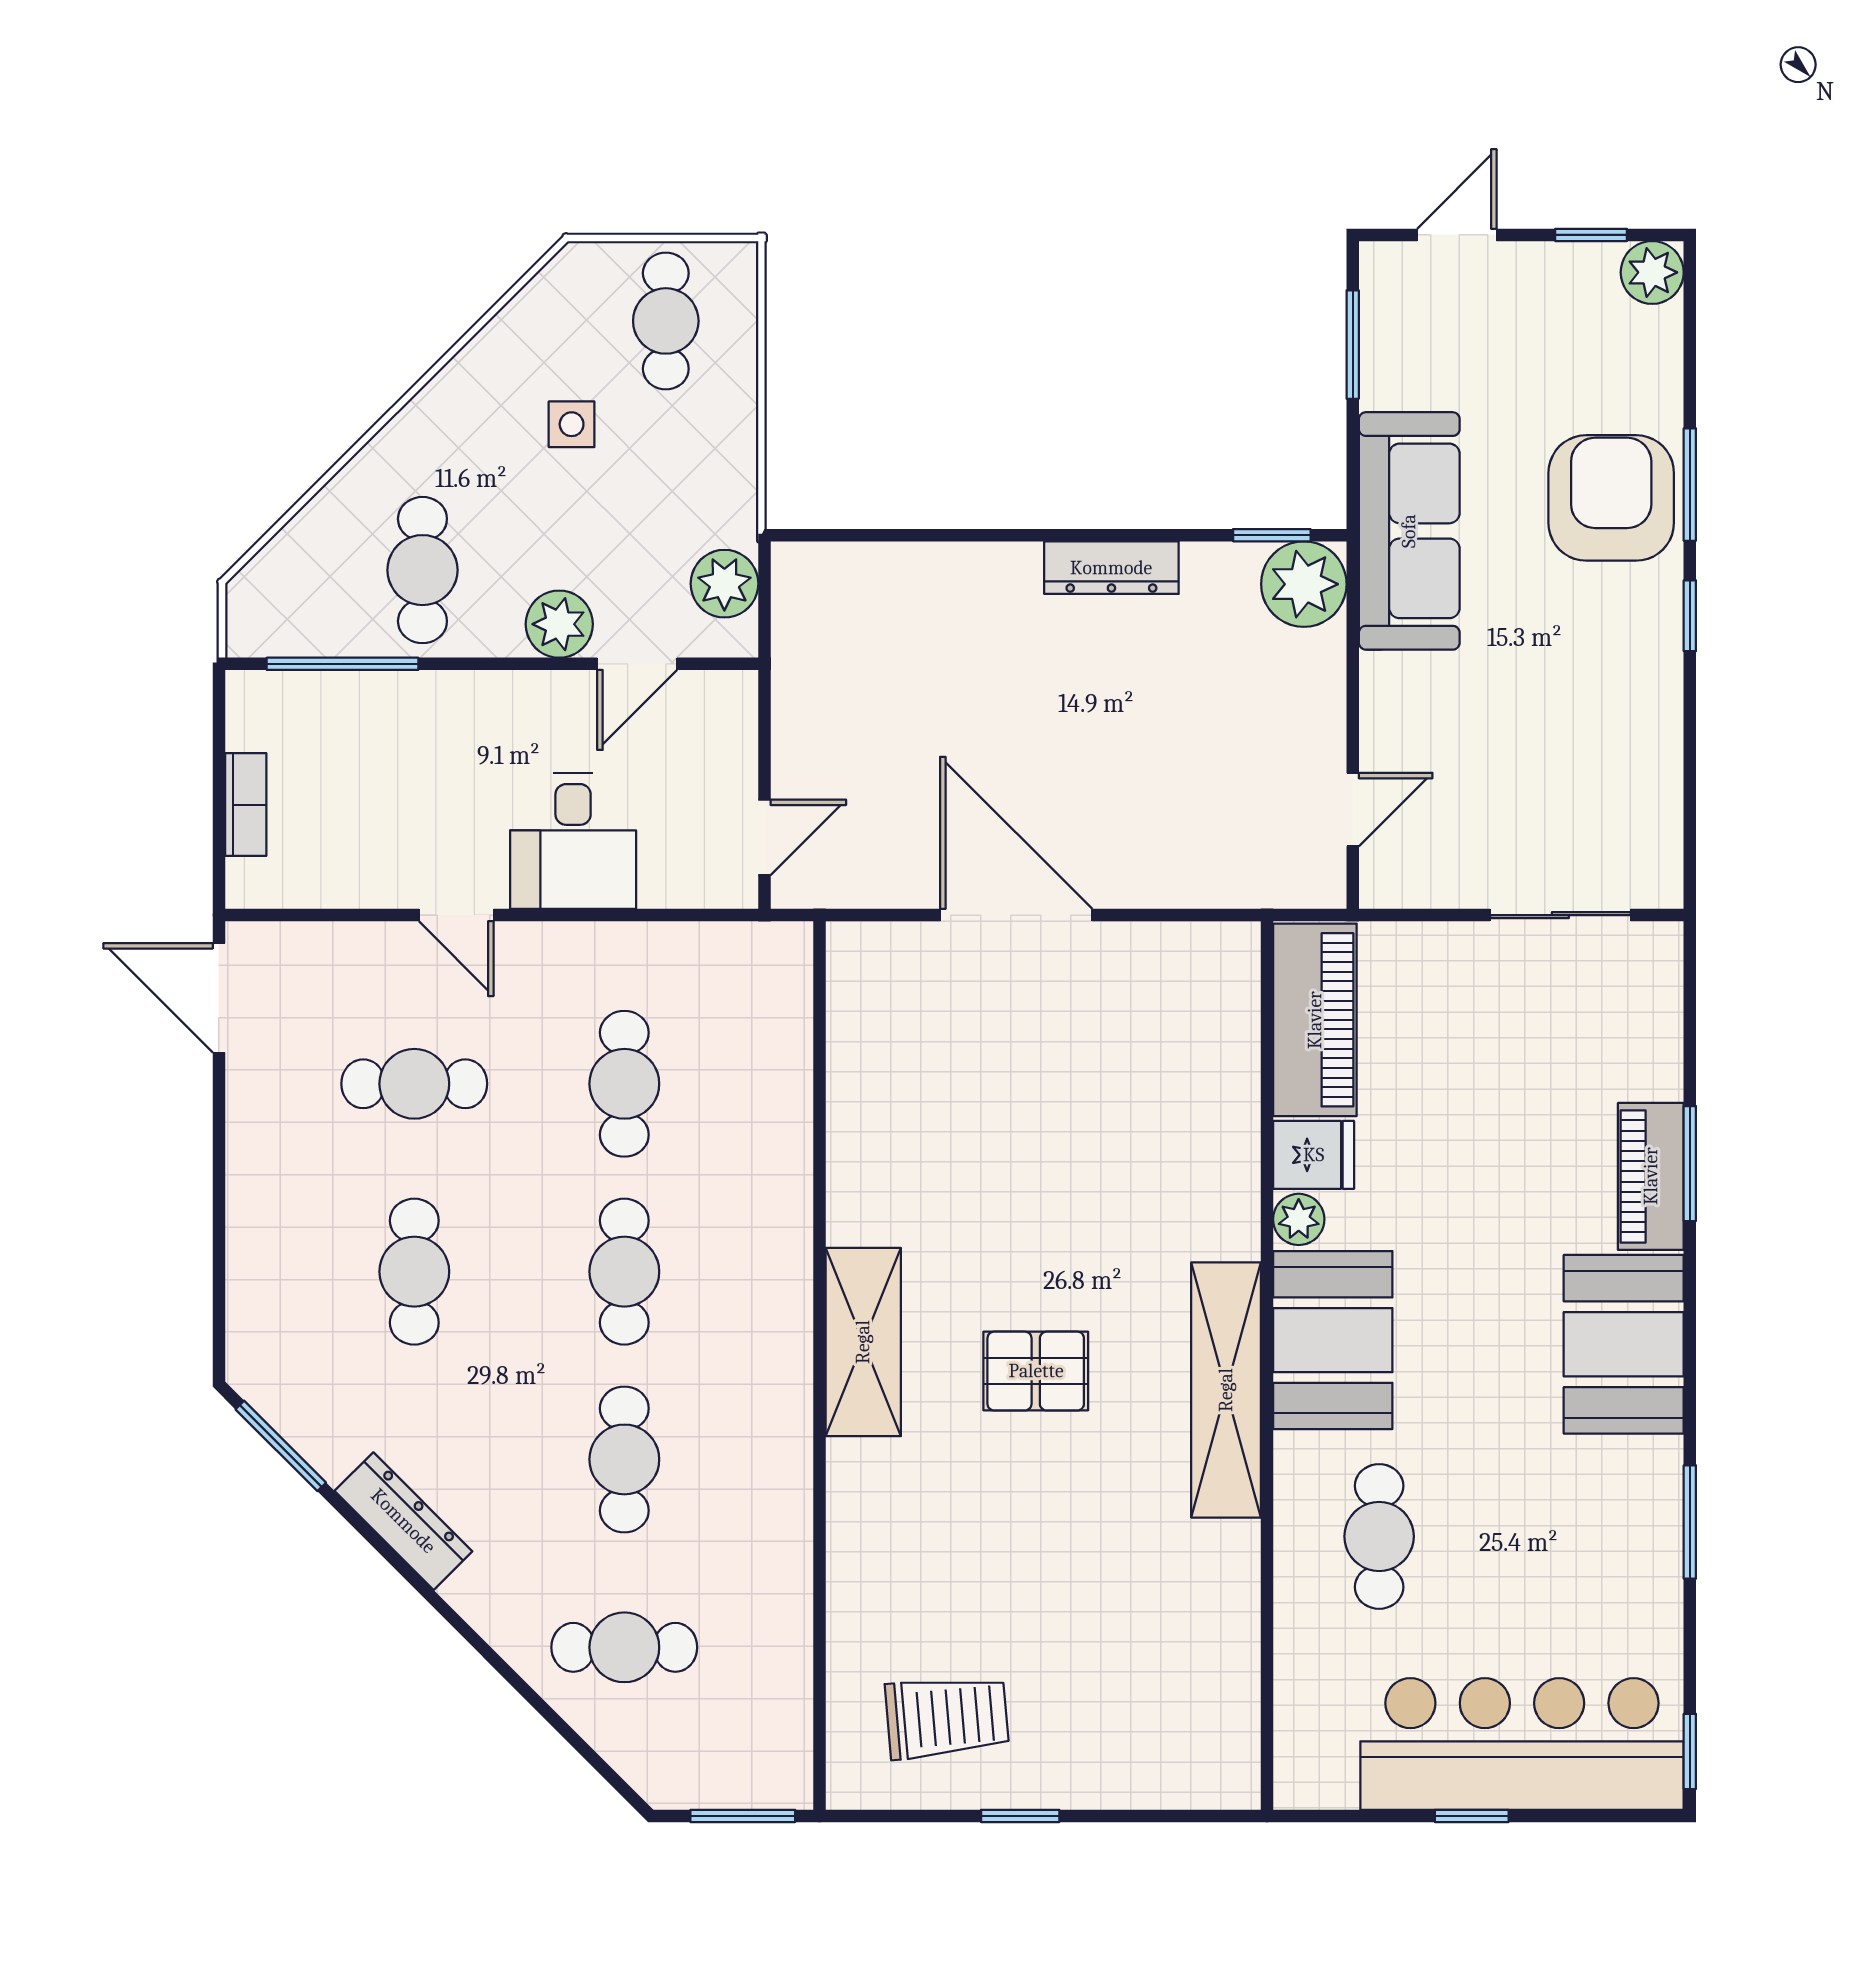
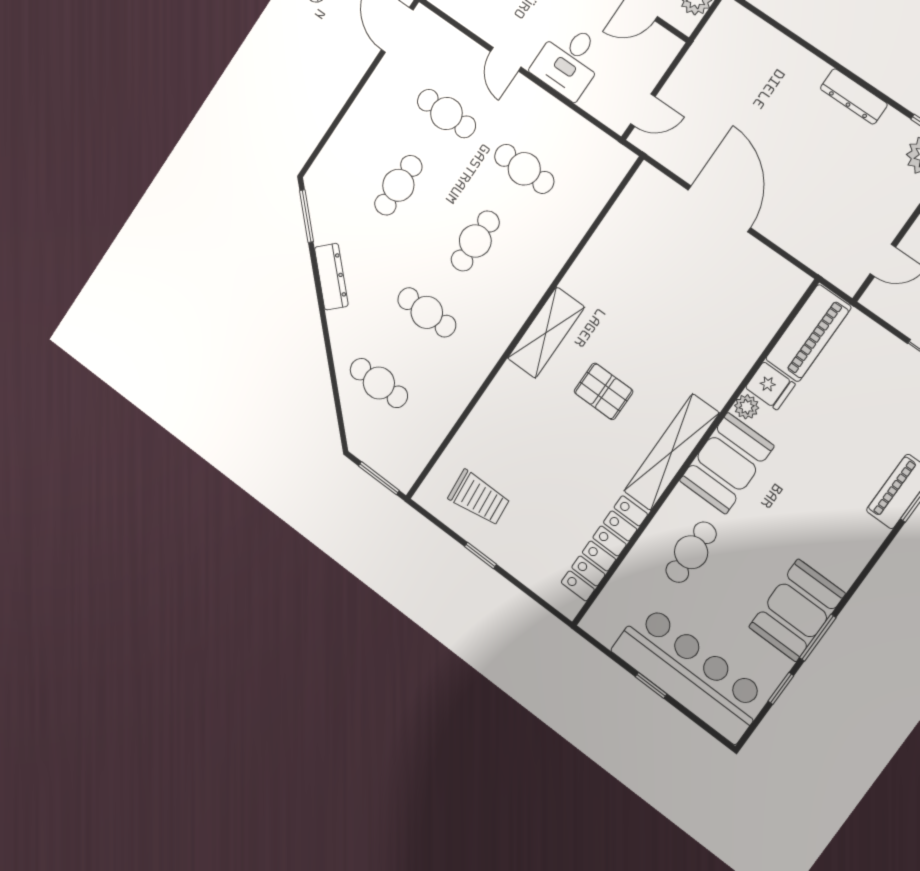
cafe table: (624, 1084) -> (524, 169), turned 90
booth: (1624, 1344) -> (797, 610), moved
cafe table: (624, 1459) -> (427, 312), turned 90
locker: (1227, 1641) -> (604, 549), added
window: (1690, 1751) -> (781, 688), moved

